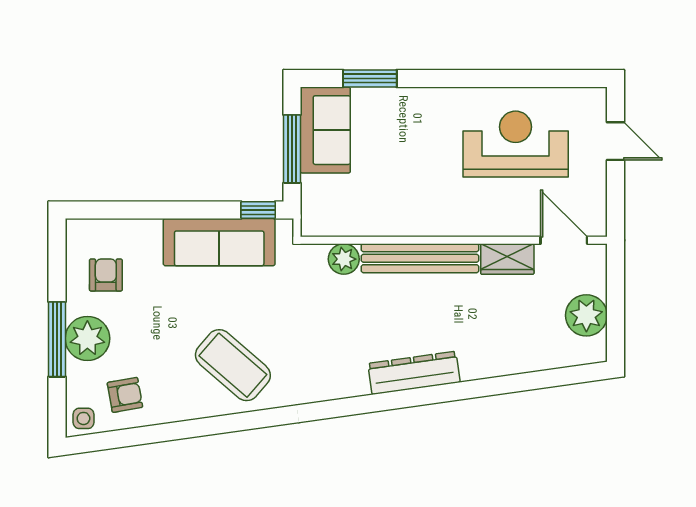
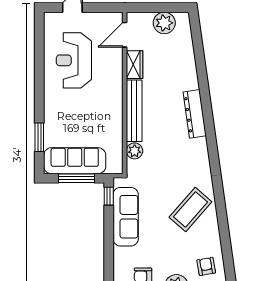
sofa: (325, 130) -> (75, 161), width x1.36

